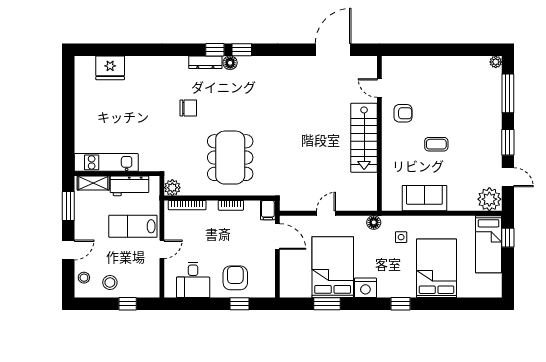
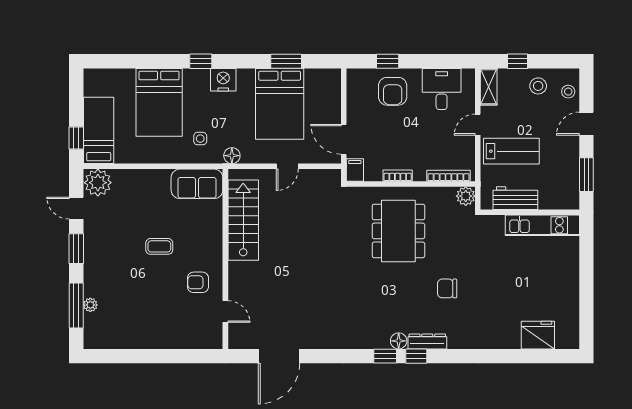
plant: (496, 62) -> (90, 305), moved
stairs: (364, 138) -> (243, 220), moved
shelving: (93, 183) -> (489, 87), moved, turned 90
sofa: (424, 198) -> (197, 184), moved
nightstand: (365, 288) -> (223, 80), moved

